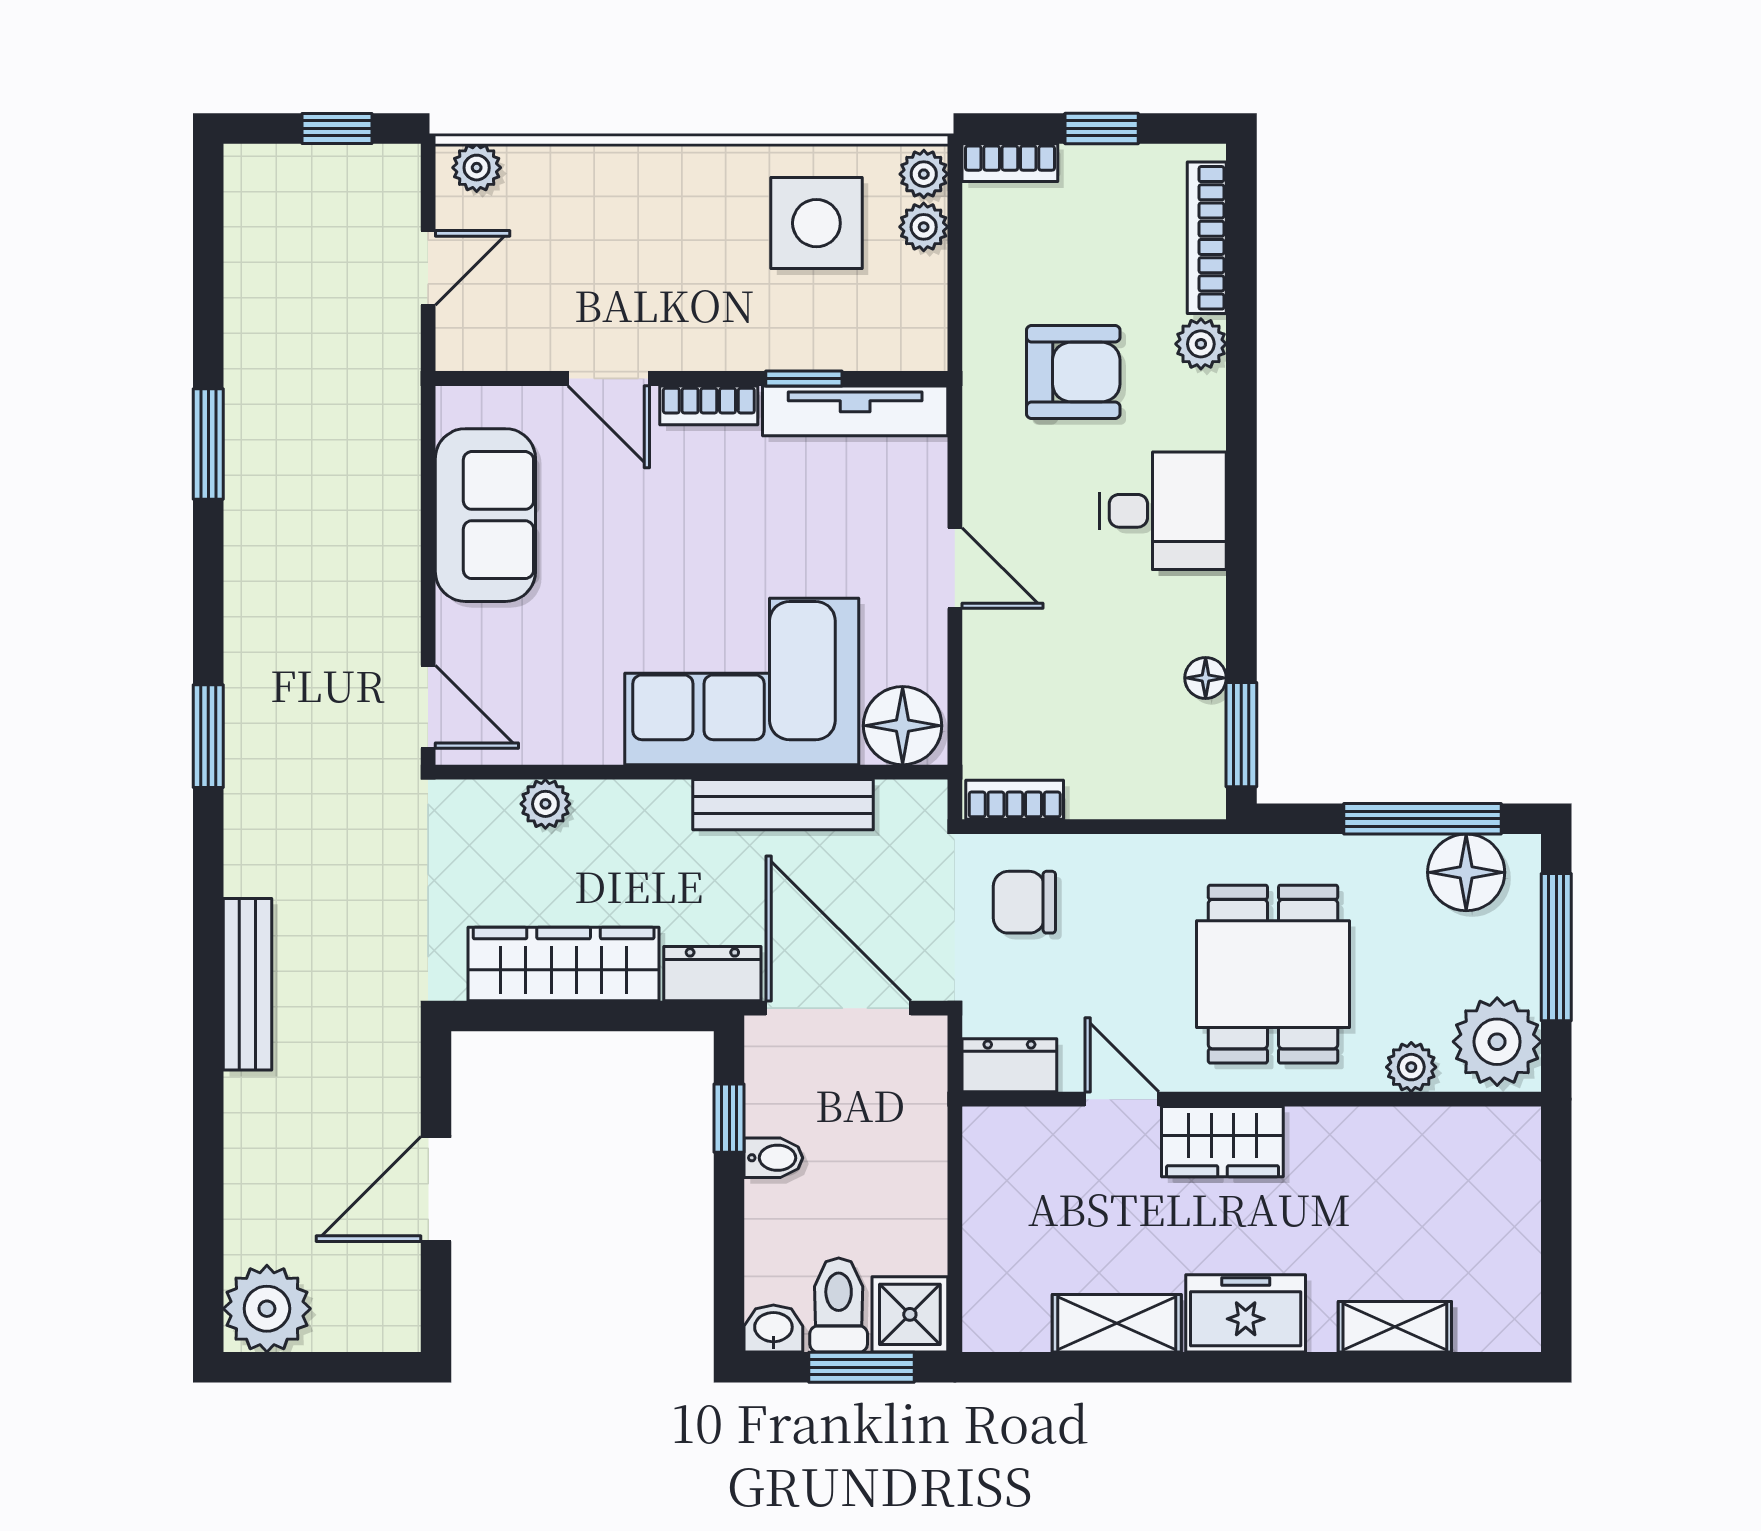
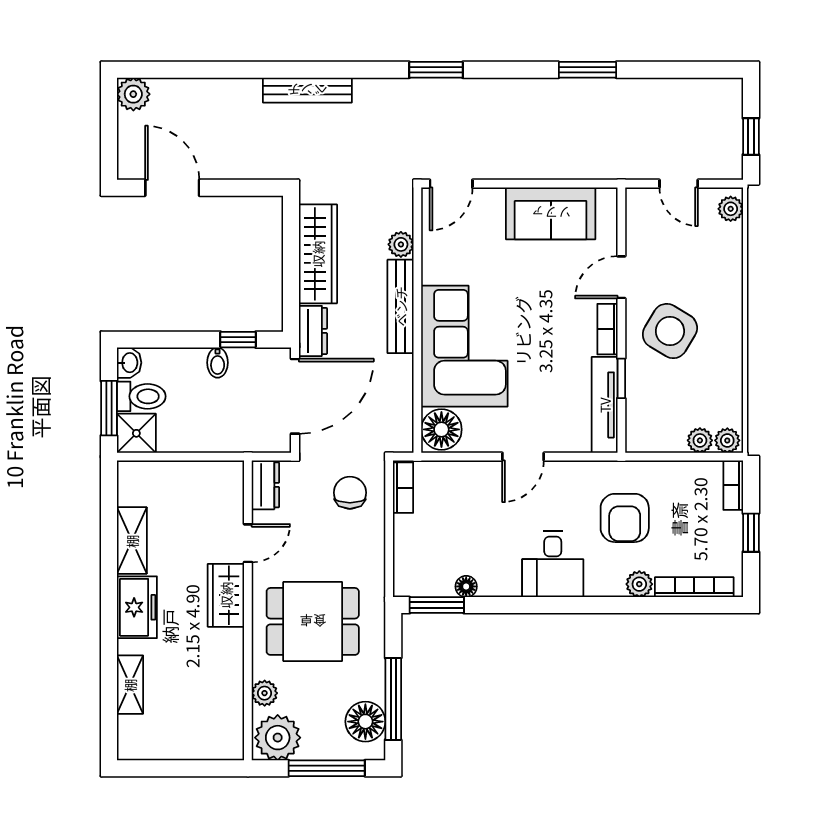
side table: (816, 223) -> (670, 331), moved, turned 31
bench: (783, 805) -> (401, 306), moved
door: (436, 1189) -> (172, 188), moved
plant: (267, 1309) -> (133, 94), width x0.73, depth x0.73

